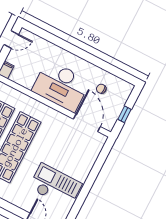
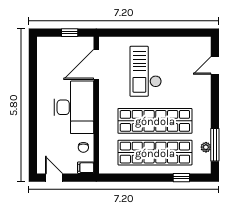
chair: (101, 89) -> (83, 147), moved
checkout: (55, 186) -> (146, 71), moved

